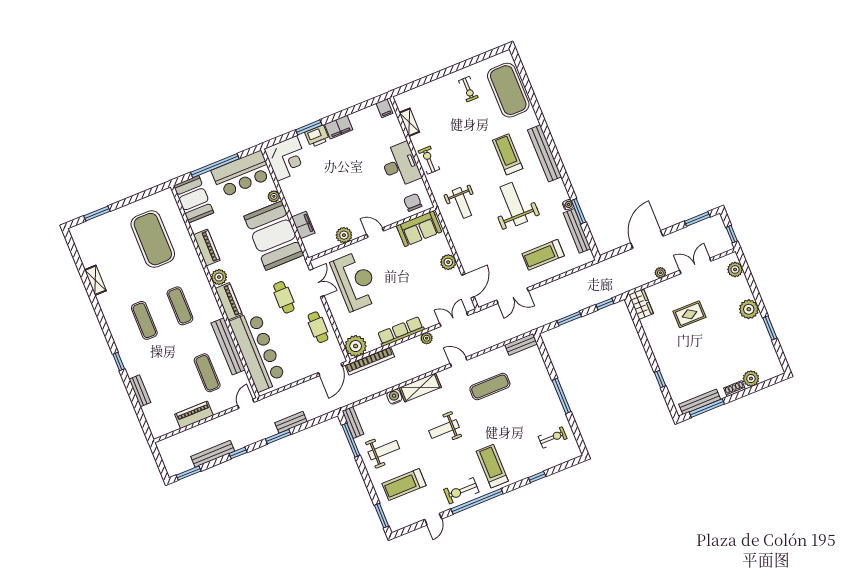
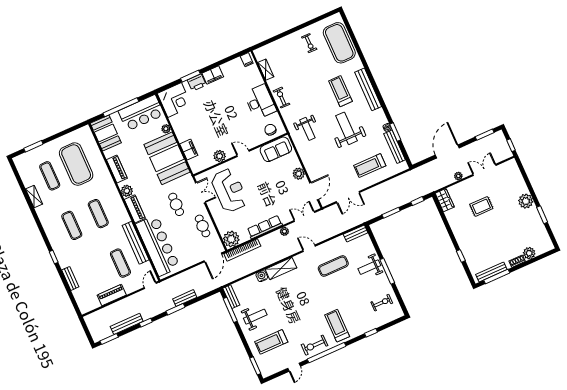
exercise mat: (117, 254) -> (50, 176), added
plant: (735, 270) -> (514, 172), removed
weight bench: (444, 429) -> (369, 267), moved

